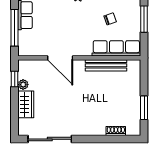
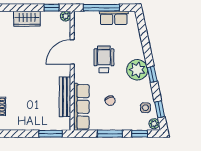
wheelchair: (68, 25) -> (104, 59), added
plant: (23, 85) -> (66, 16), moved
window: (144, 108) -> (51, 134), moved

